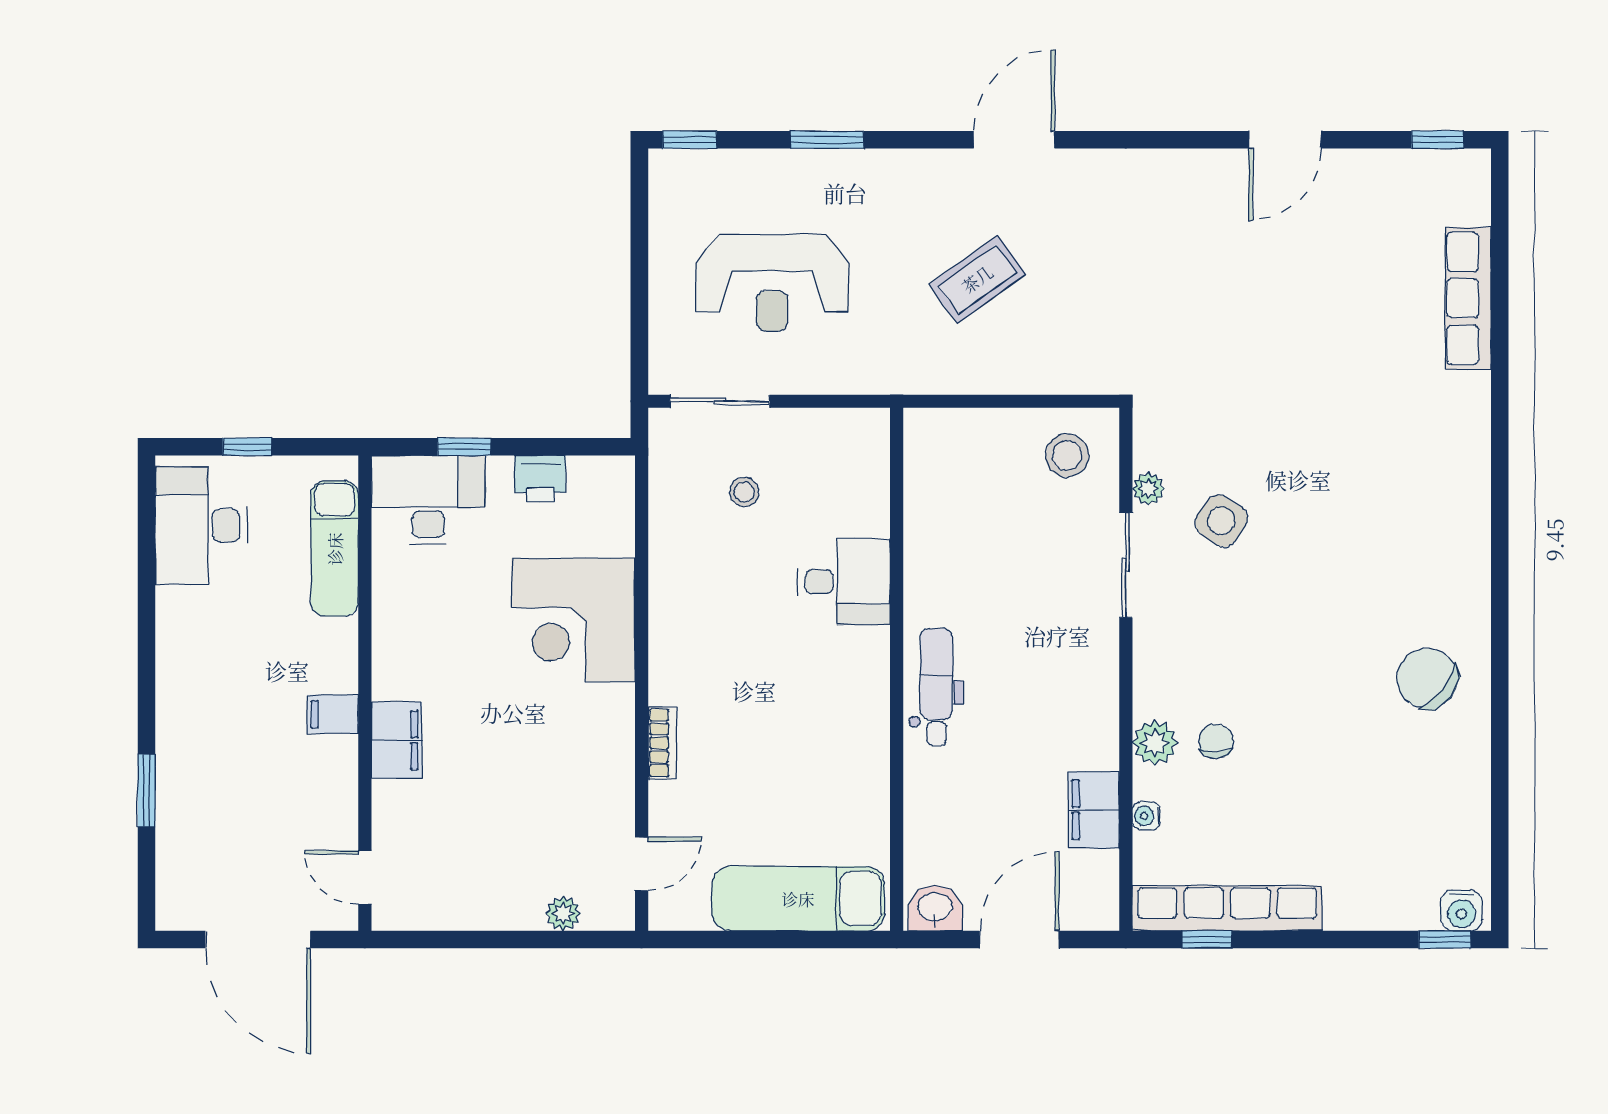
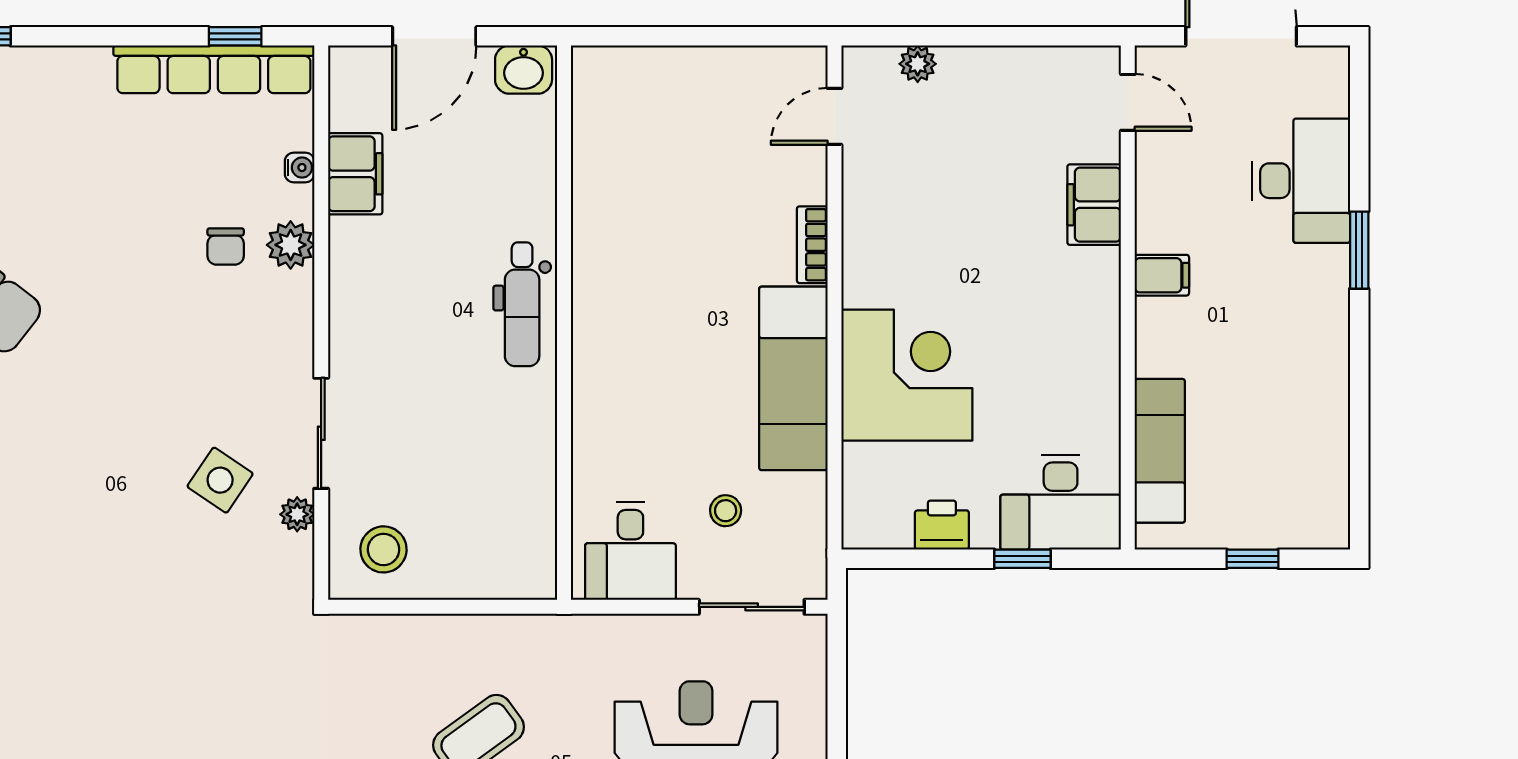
desk: (201, 525) -> (1301, 181), moved
desk: (844, 582) -> (630, 551), moved, turned -90
filing cabinet: (397, 740) -> (1094, 205), moved
window: (146, 791) -> (1359, 250), moved
exam couch: (798, 899) -> (793, 378), moved, turned 90

